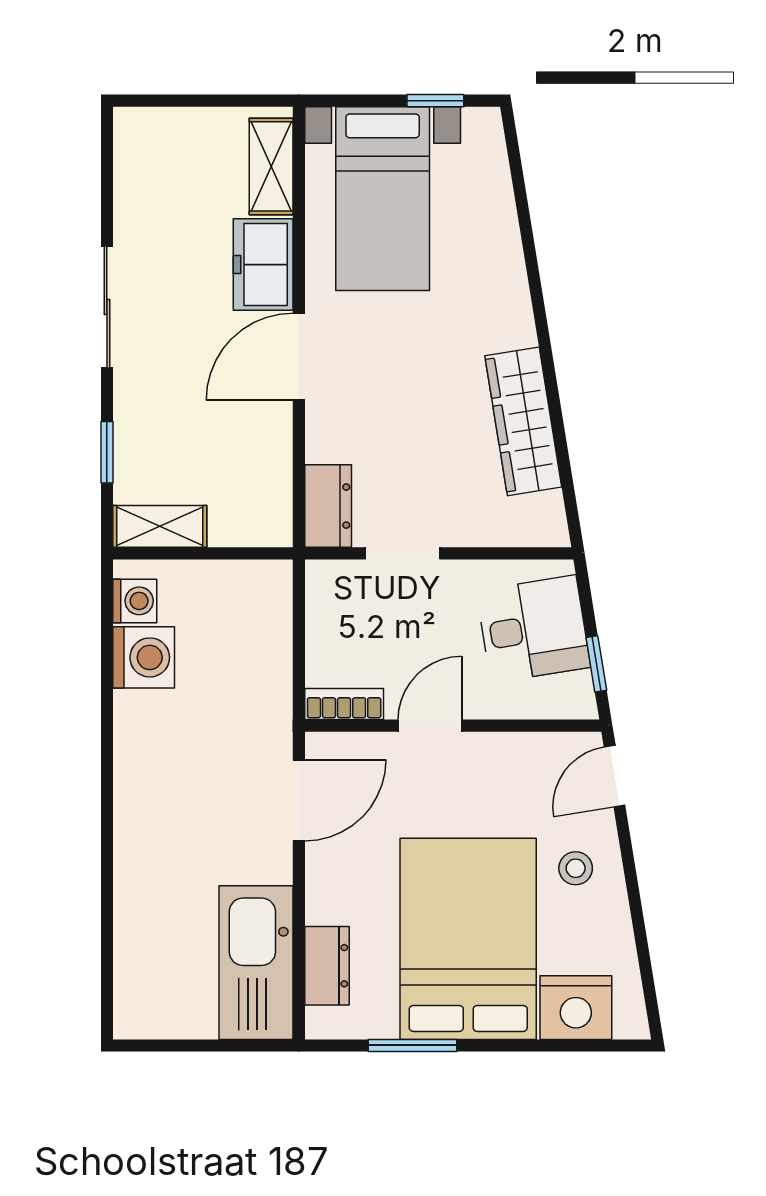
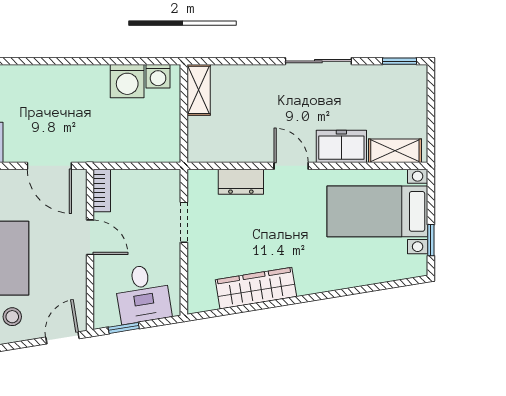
door: (299, 357) -> (291, 166), width x0.73
window: (107, 452) -> (399, 61), moved
dresser: (328, 506) -> (241, 182), moved
door: (615, 776) -> (62, 338), hinge flipped

